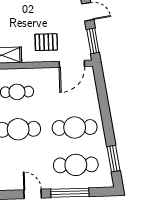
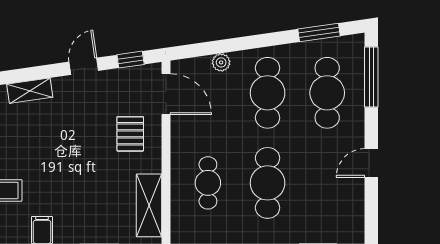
window: (93, 41) -> (131, 60), width x0.67
plant: (93, 98) -> (221, 62), added
window: (70, 193) -> (371, 77), moved

